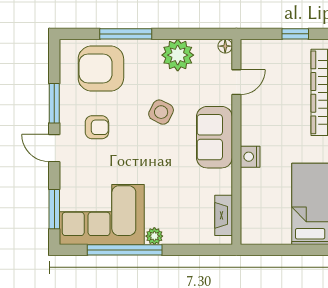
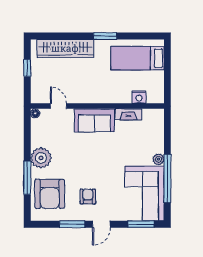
plant: (178, 55) -> (41, 158), moved
side table: (161, 112) -> (78, 155), removed
nightstand: (250, 157) -> (139, 97), moved
fireplace: (224, 215) -> (129, 114), moved

